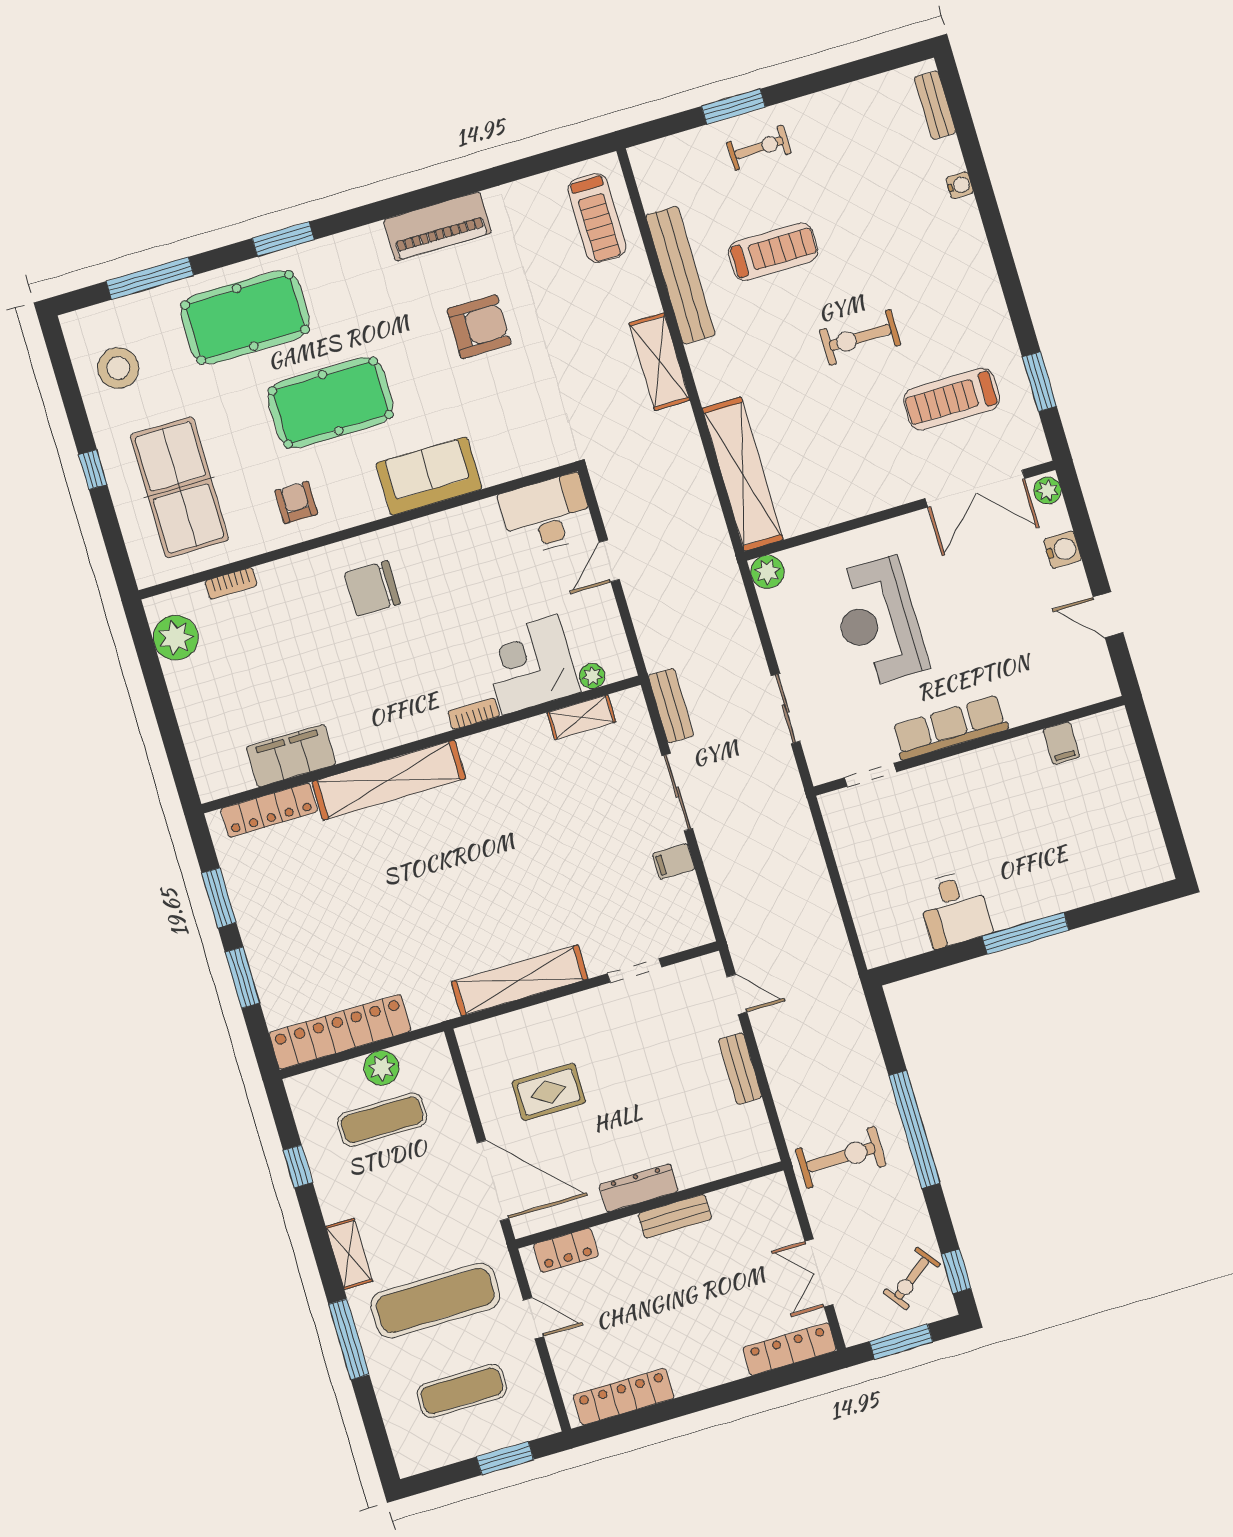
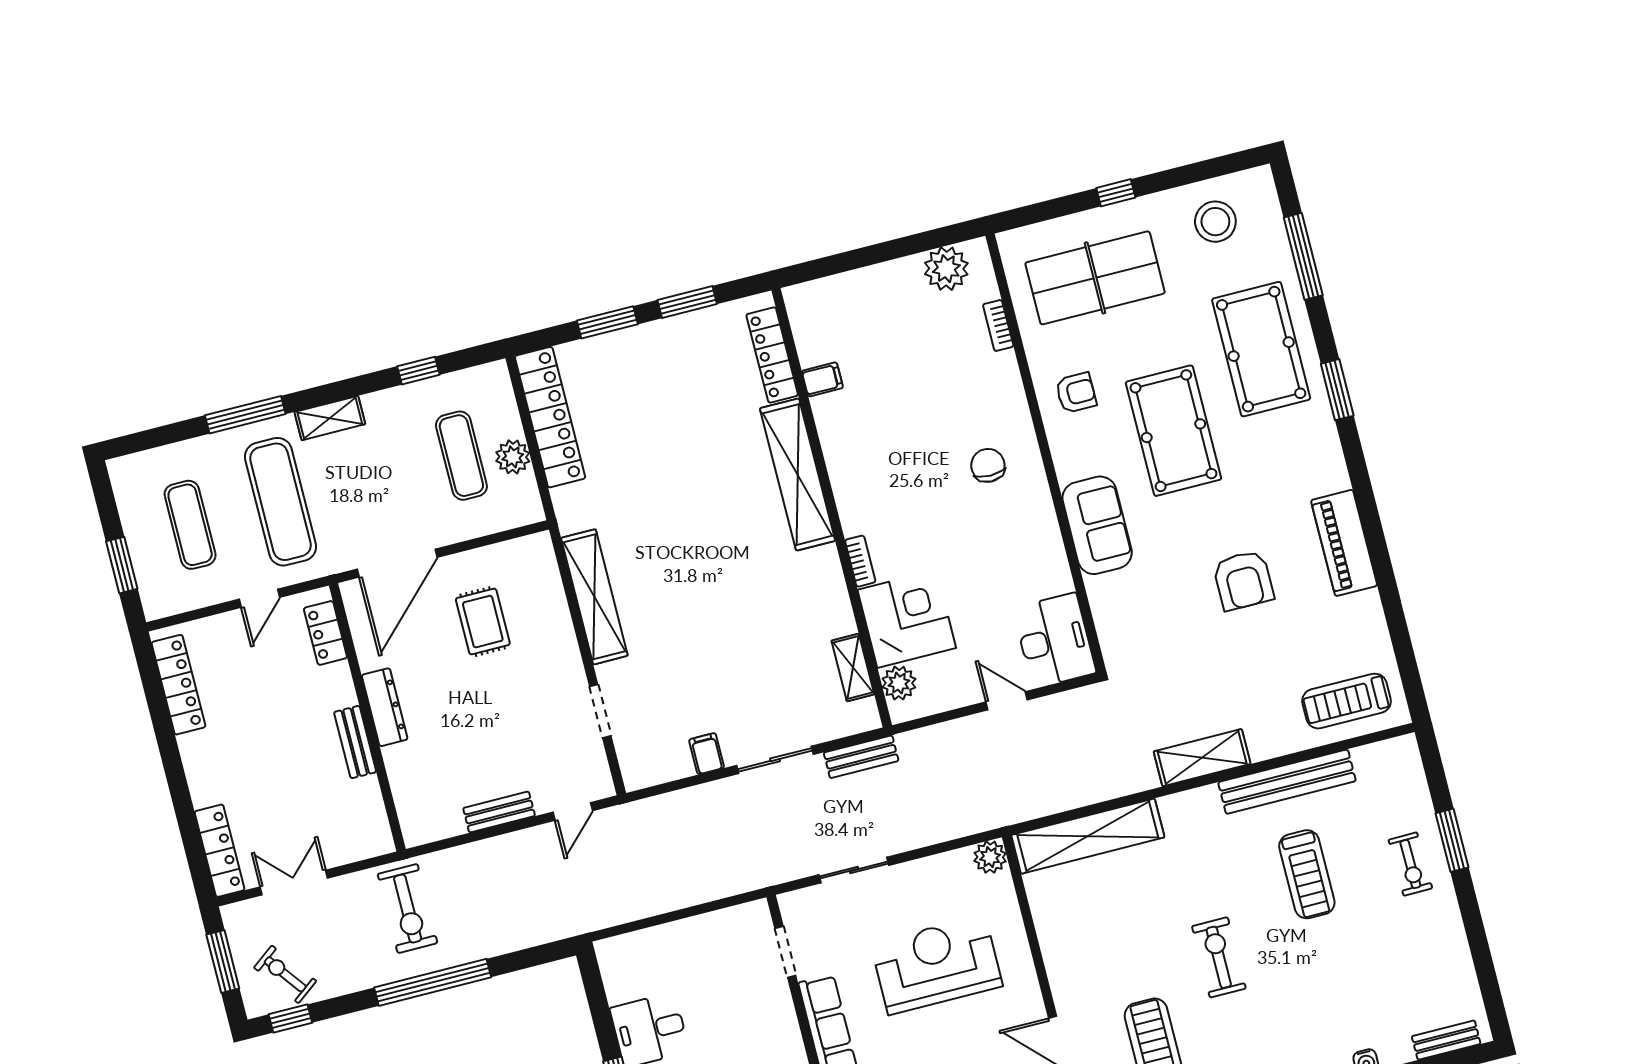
chair: (373, 588) -> (988, 465), width x0.73, depth x0.73
plant: (592, 676) -> (899, 683), width x1.38, depth x1.38
filing cabinet: (291, 756) -> (822, 379), width x0.33, depth x0.86

